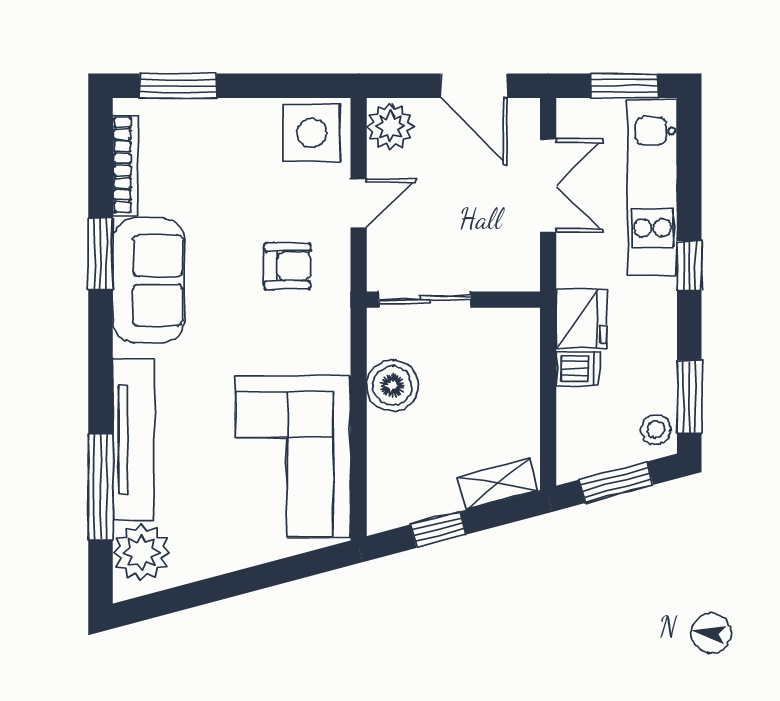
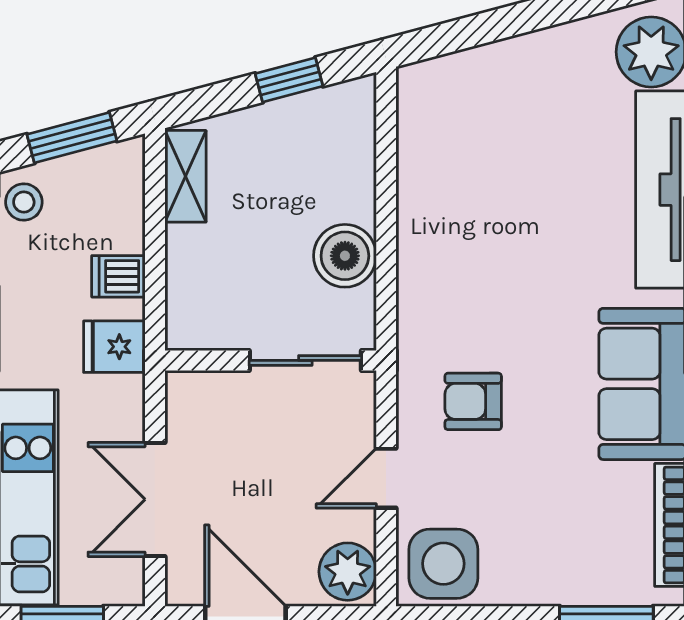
fridge: (581, 319) -> (114, 347), width x0.72
corner sofa: (293, 456) -> (466, 169), removed
shelving: (498, 484) -> (185, 176), moved, turned -75

